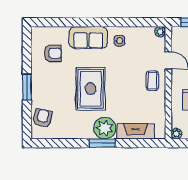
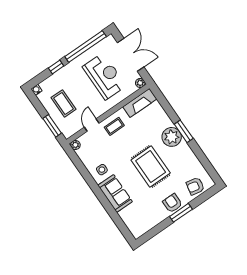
armchair: (53, 53) -> (172, 203), moved
rug: (91, 89) -> (151, 166), turned 90
fireplace: (136, 131) -> (140, 103), moved, turned -90

